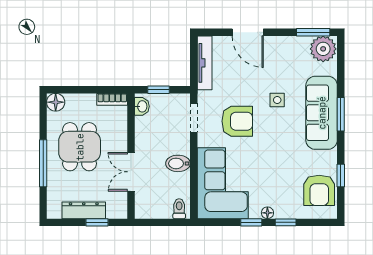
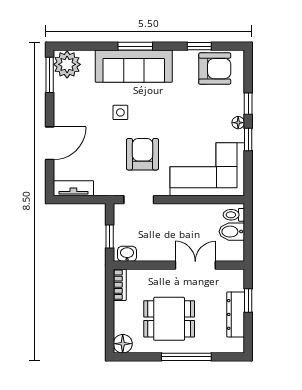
tv unit: (205, 63) -> (73, 188), width x0.71
bidet: (178, 163) -> (232, 232), moved, turned 90
double door: (131, 172) -> (195, 265), swing flipped

